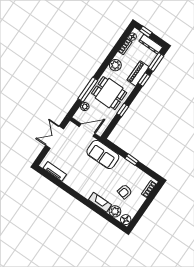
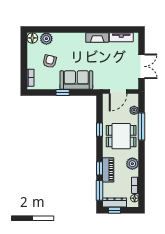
window: (146, 32) -> (114, 210), moved
sofa: (103, 154) -> (76, 80), moved
fireplace: (100, 202) -> (97, 38), moved

